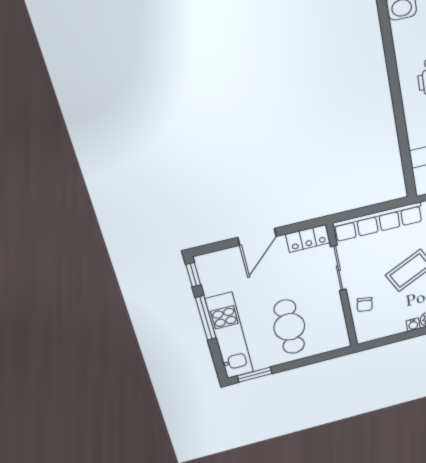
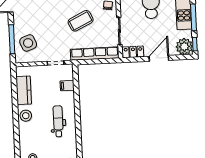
plant: (213, 267) -> (184, 47), added

